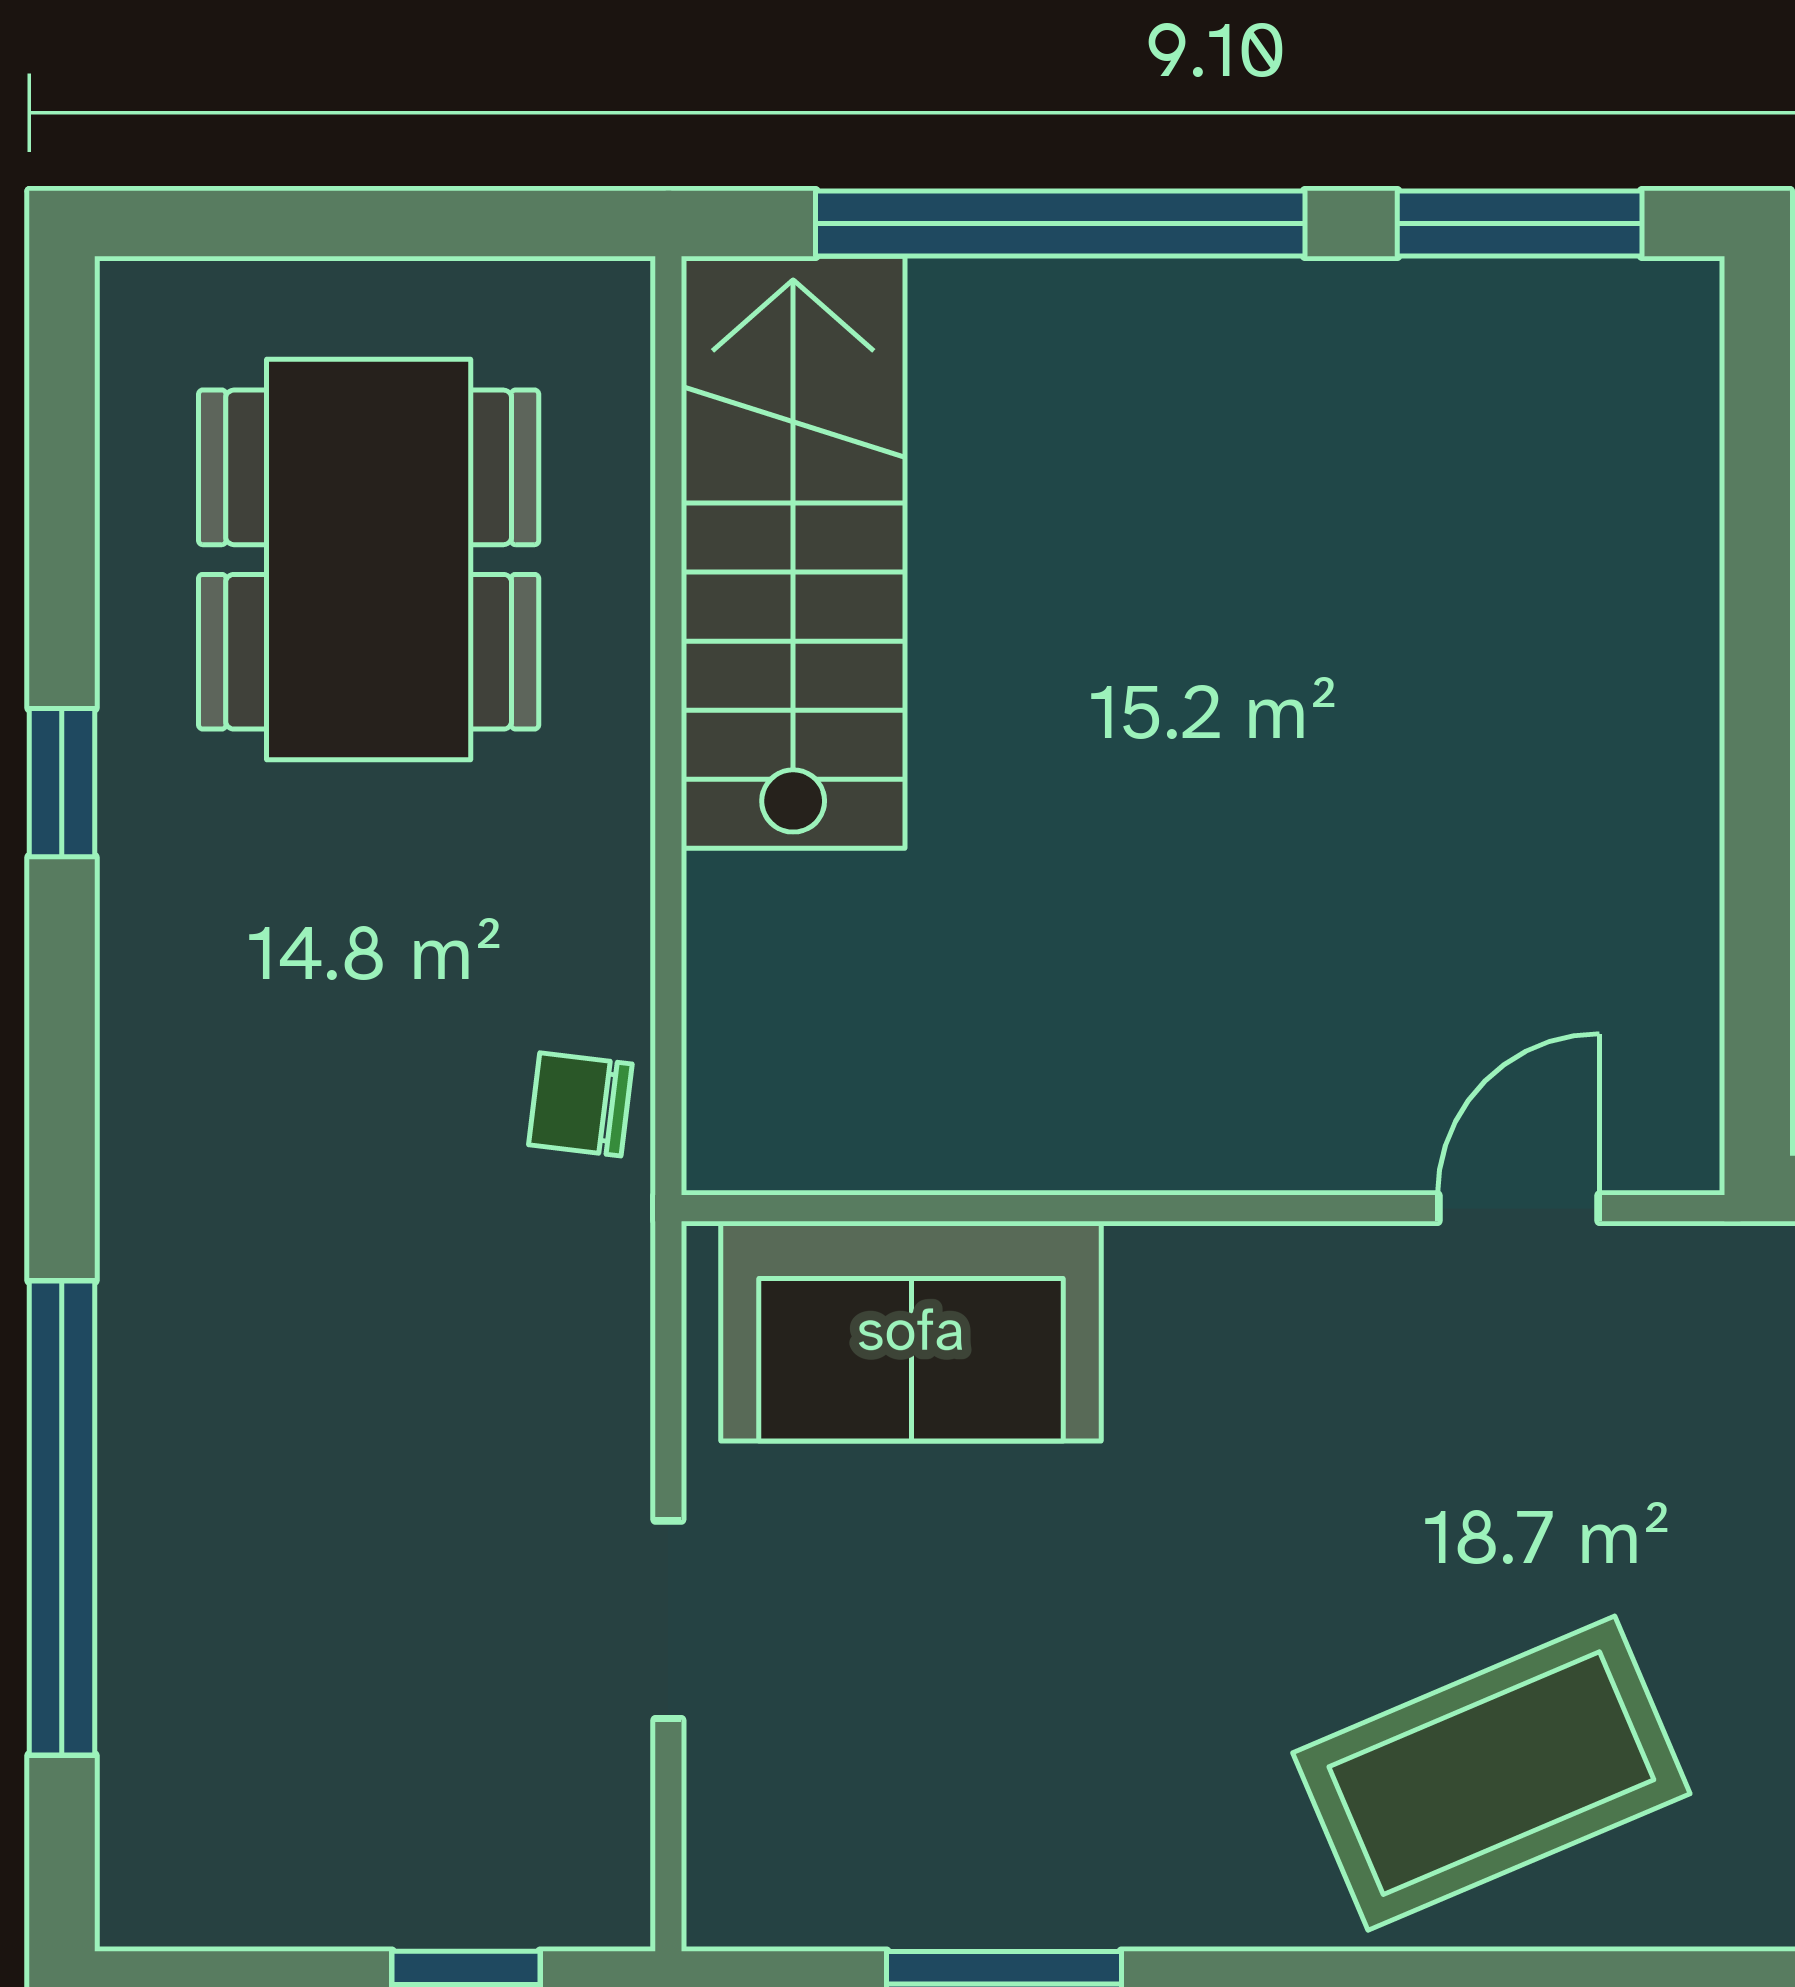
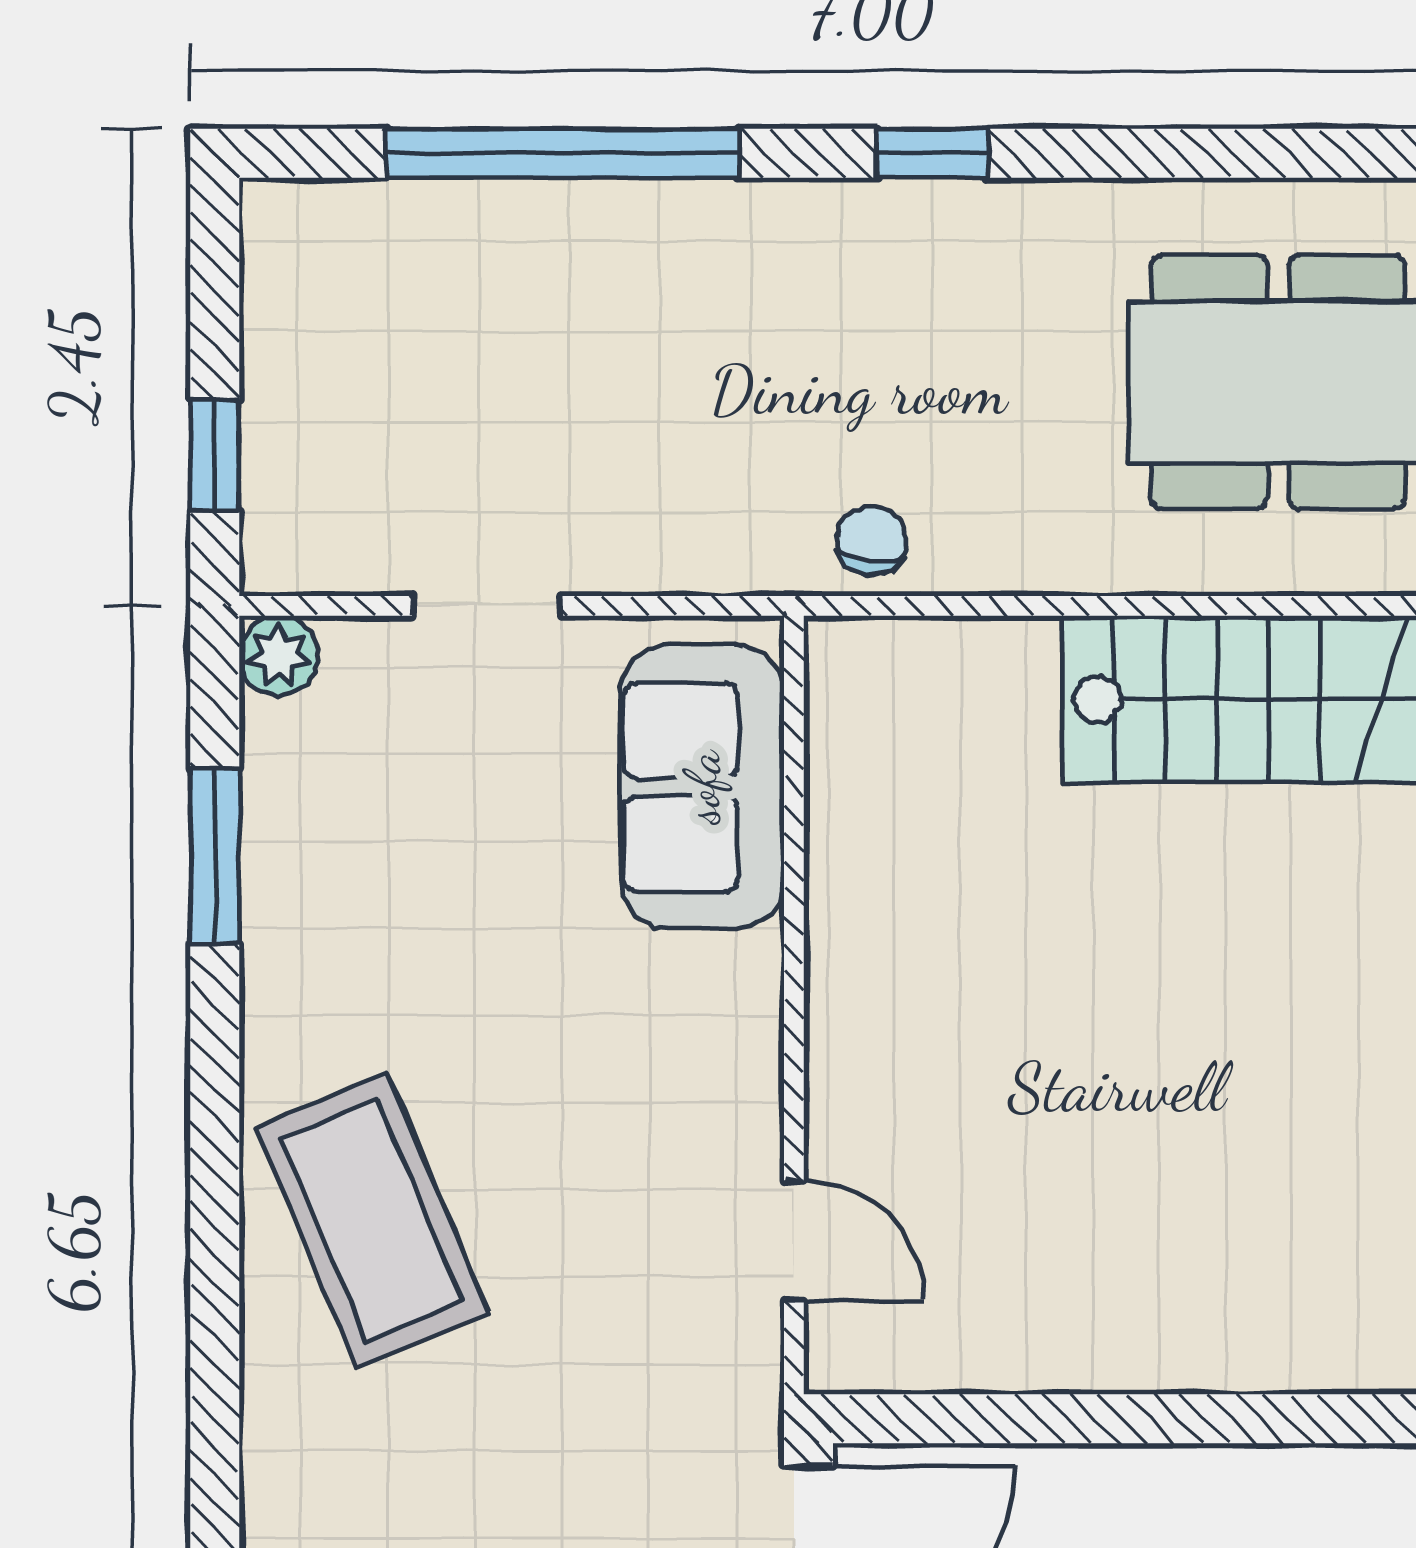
window: (62, 783) -> (932, 153), moved
plant: (735, 1898) -> (279, 656), added

